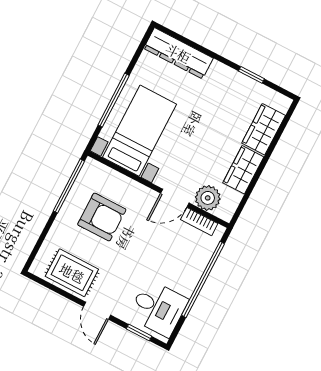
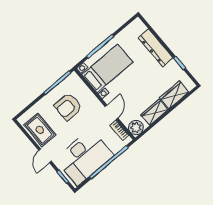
dresser: (178, 53) -> (156, 48), moved
door: (175, 198) -> (111, 112), swing flipped
plant: (208, 198) -> (136, 128), moved
armchair: (102, 217) -> (68, 106), turned 90
desk: (158, 308) -> (84, 157), width x1.87, depth x1.30

